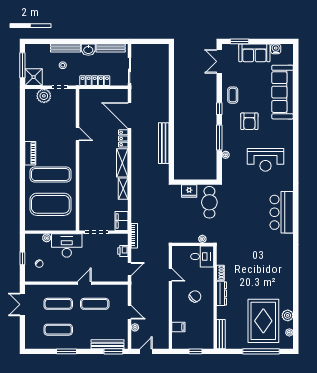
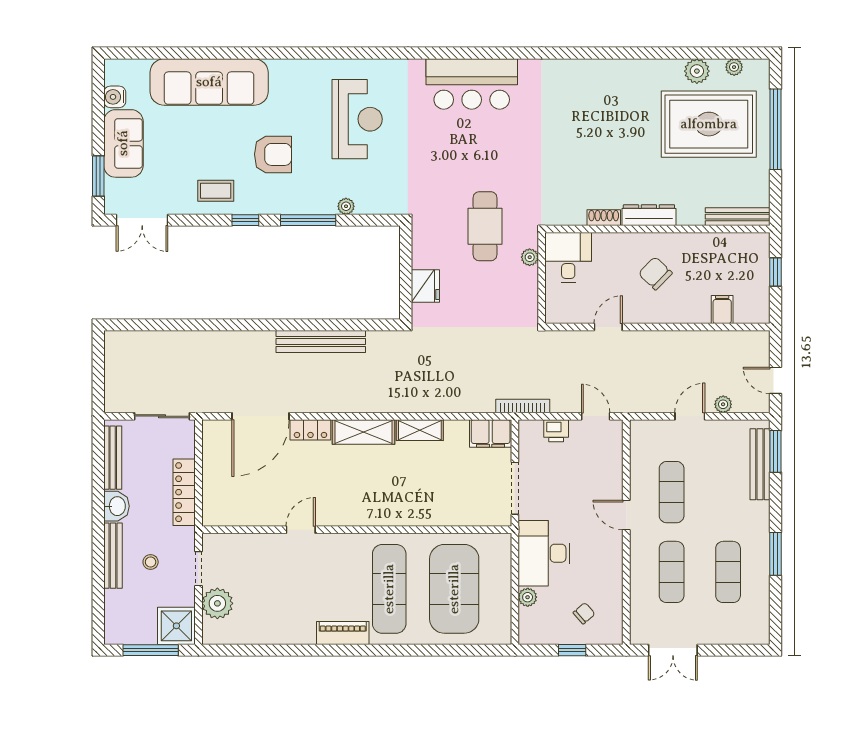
cafe table: (209, 202) -> (485, 226), moved, turned 90

